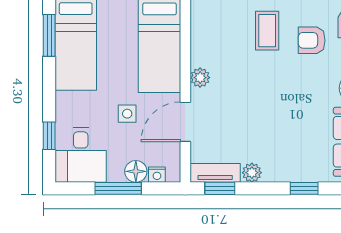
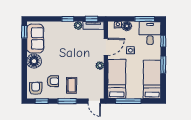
window: (49, 35) -> (163, 65), moved
window: (118, 188) -> (145, 19), moved
window: (304, 188) -> (68, 19), moved

